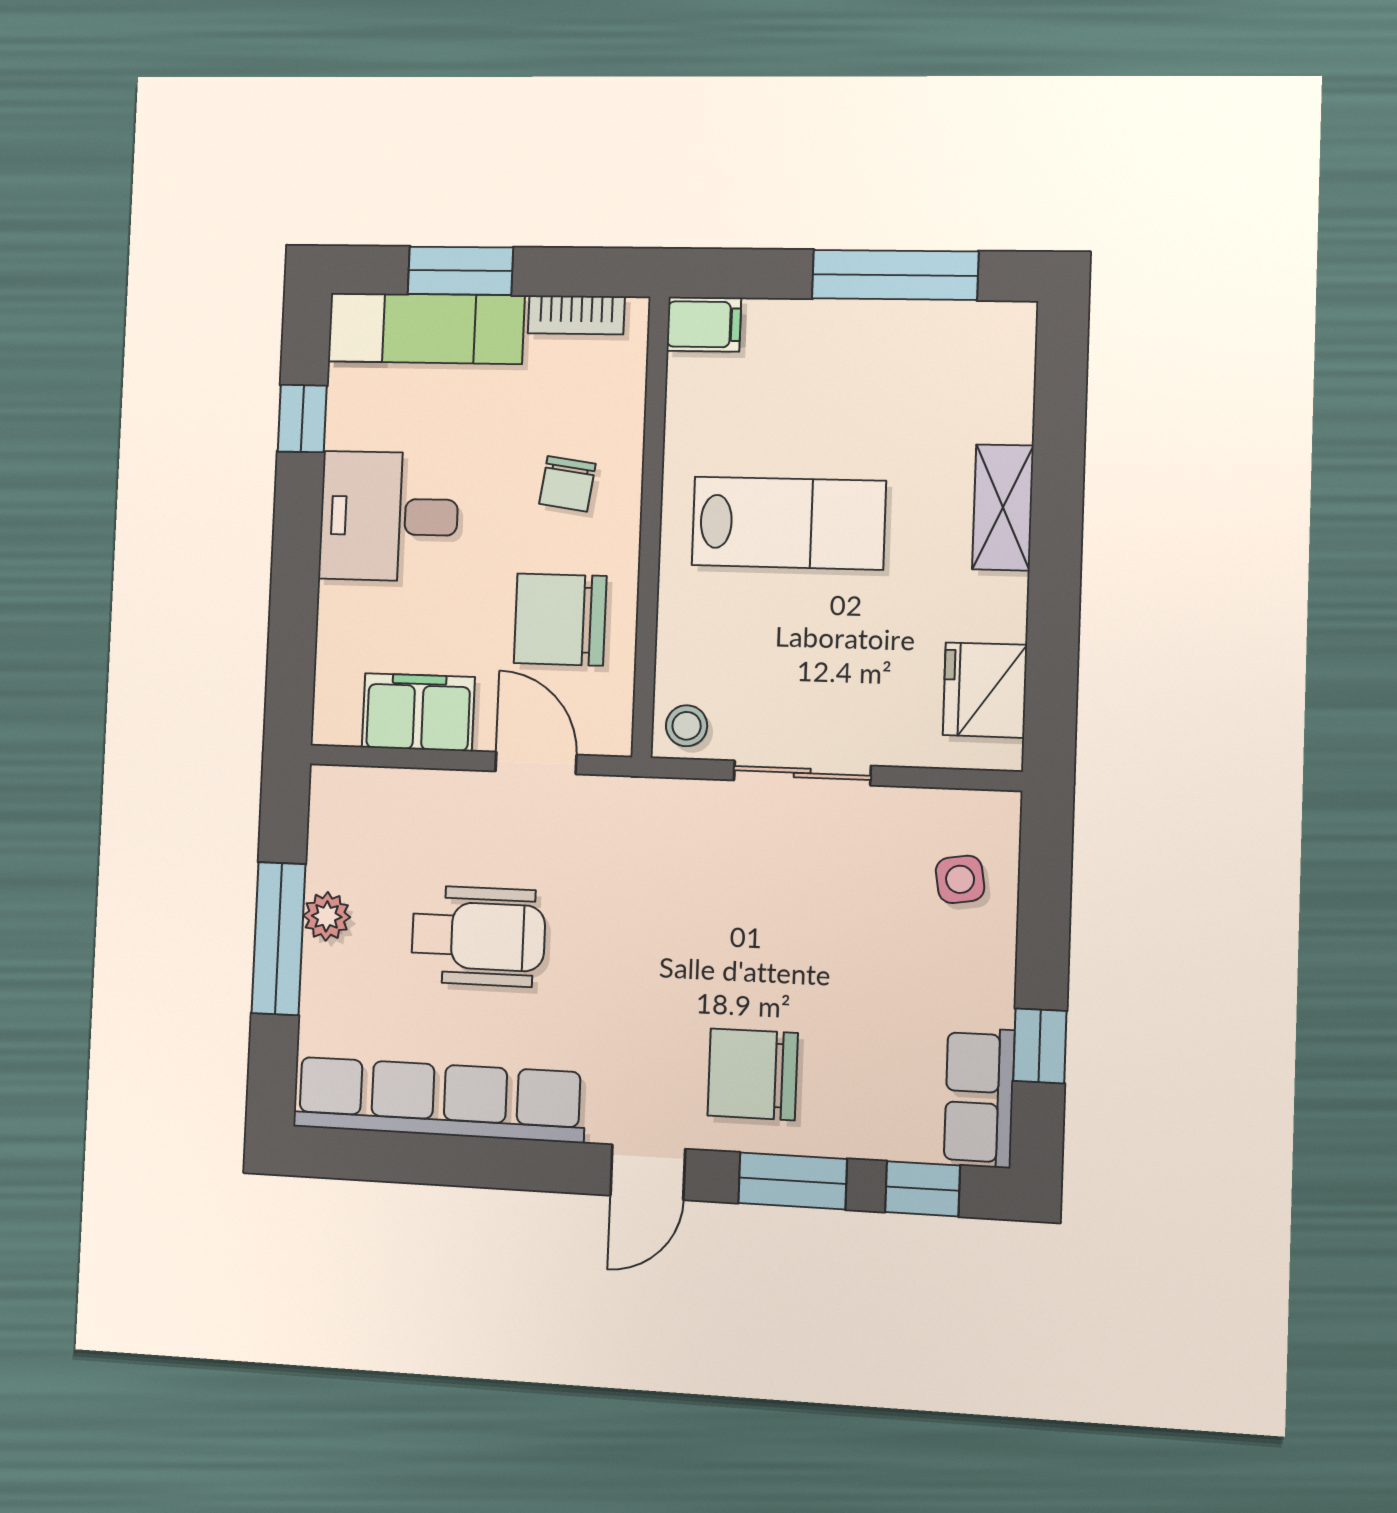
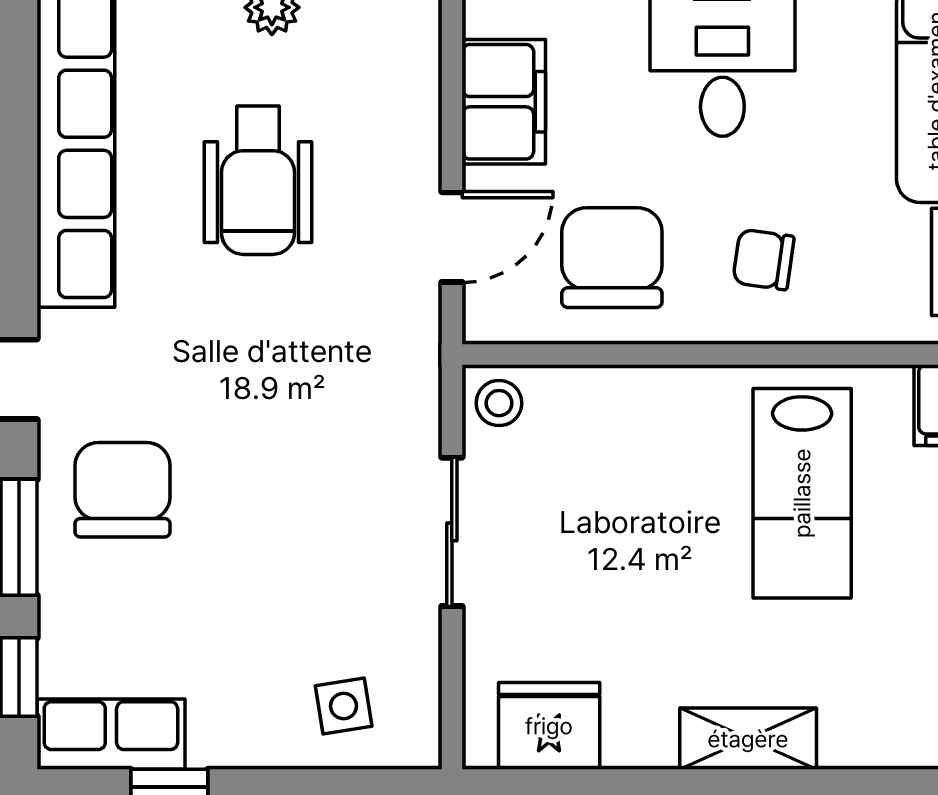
lab bench: (789, 523) -> (802, 493), moved

